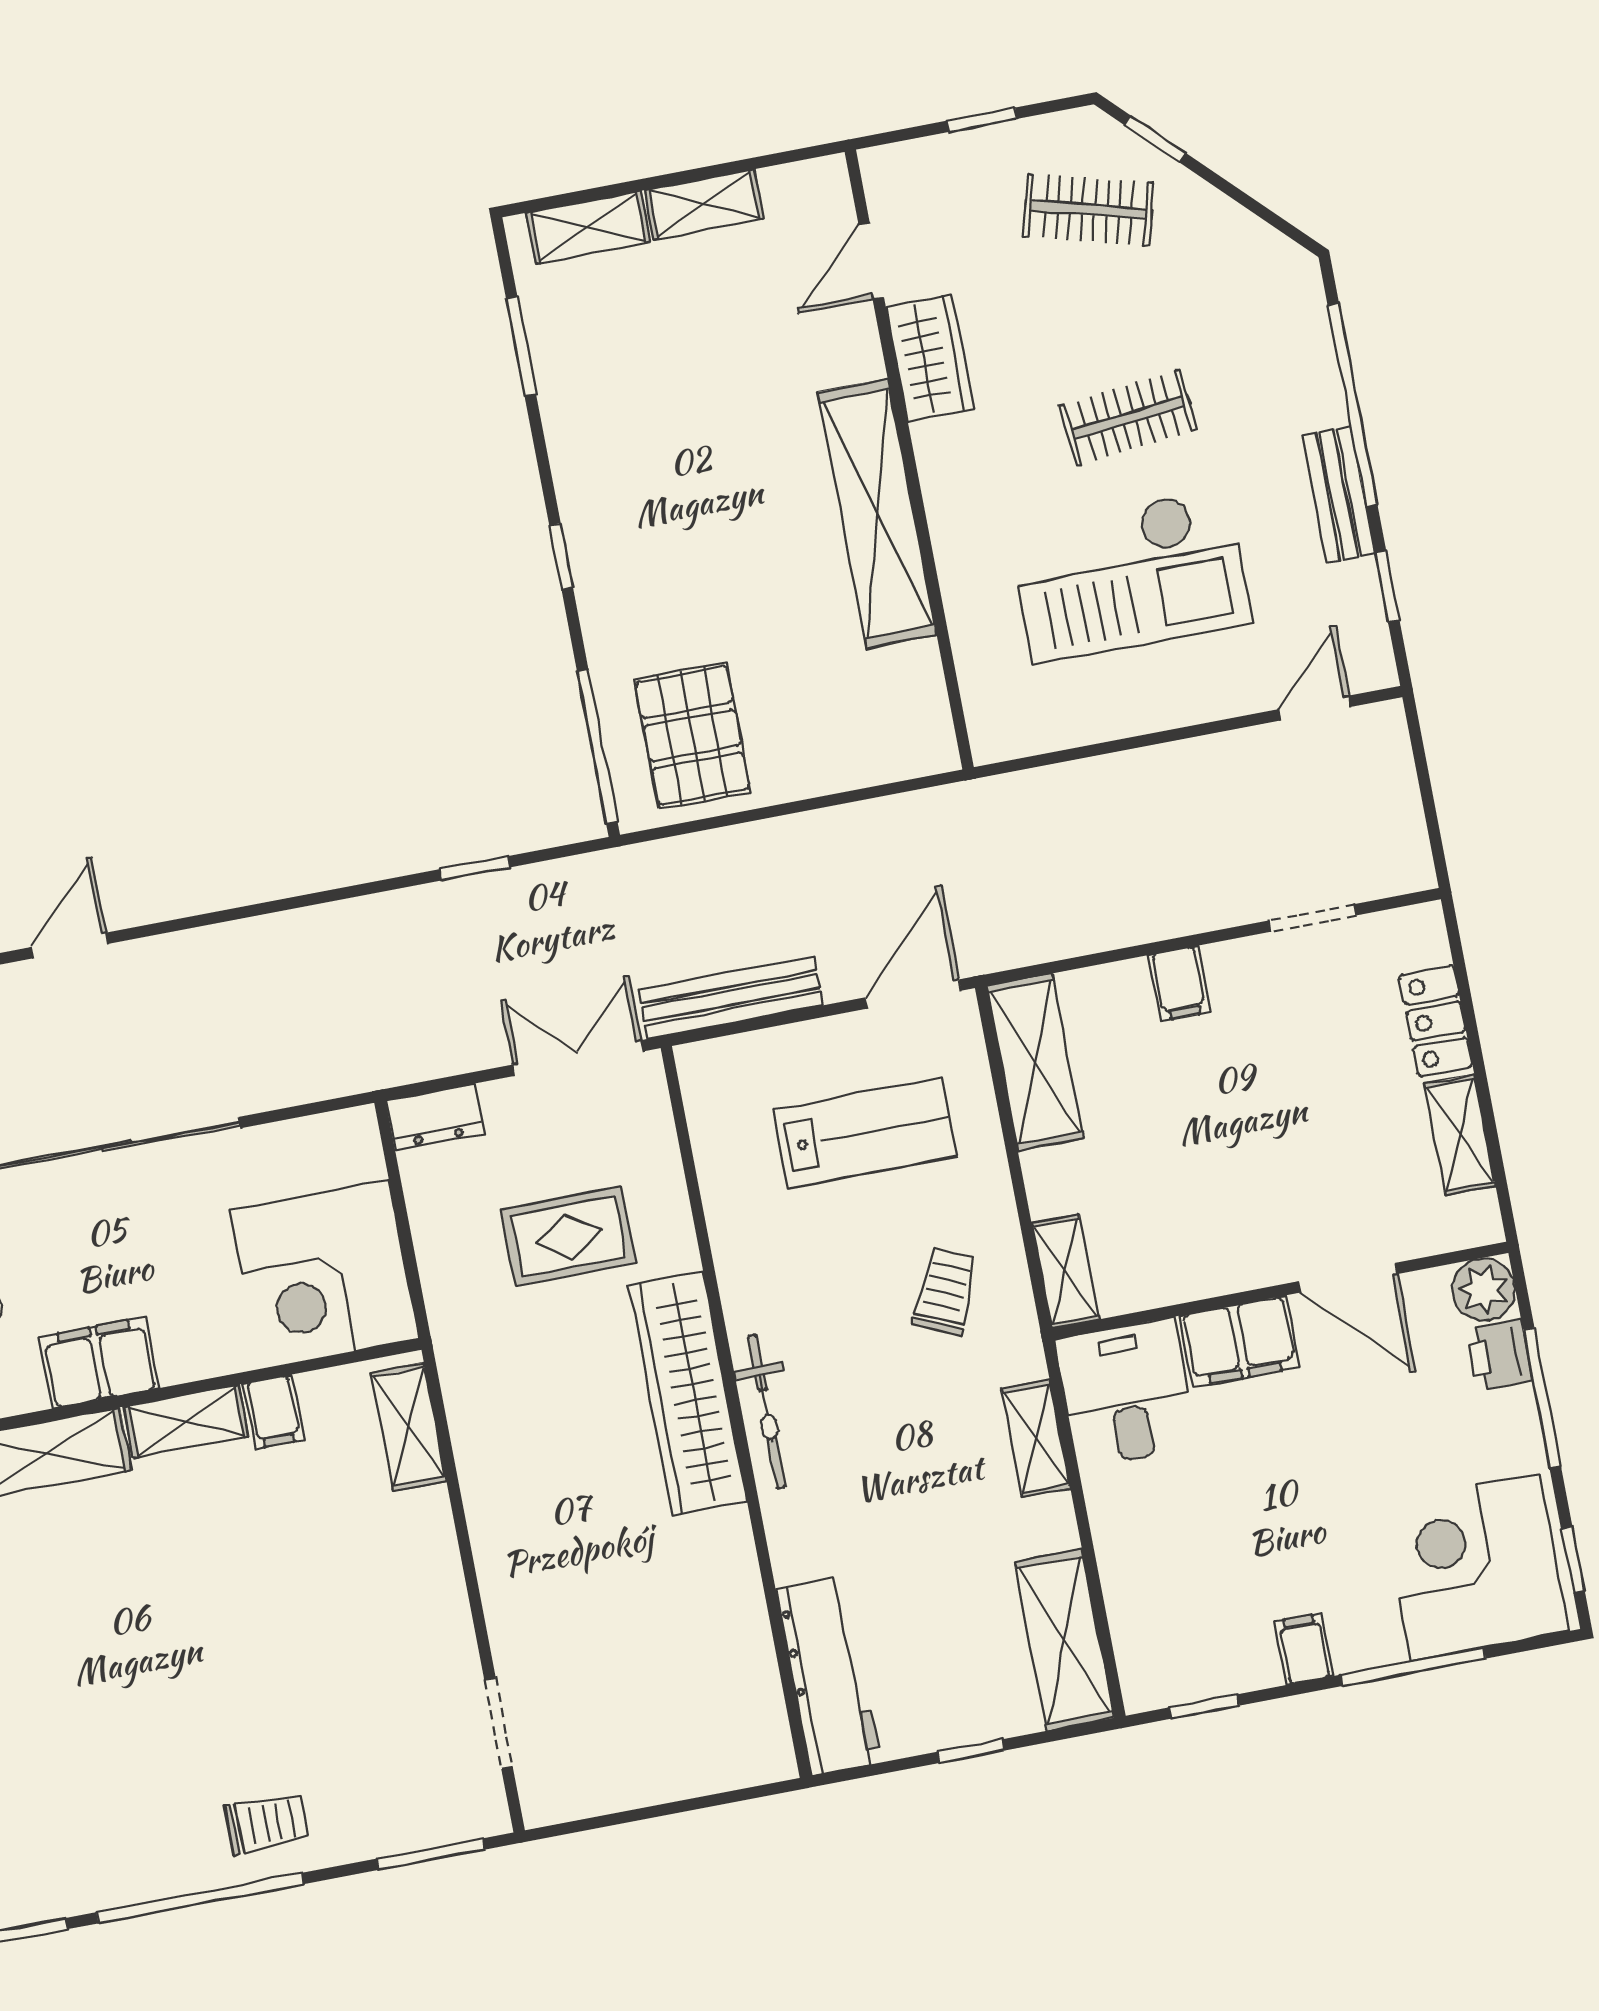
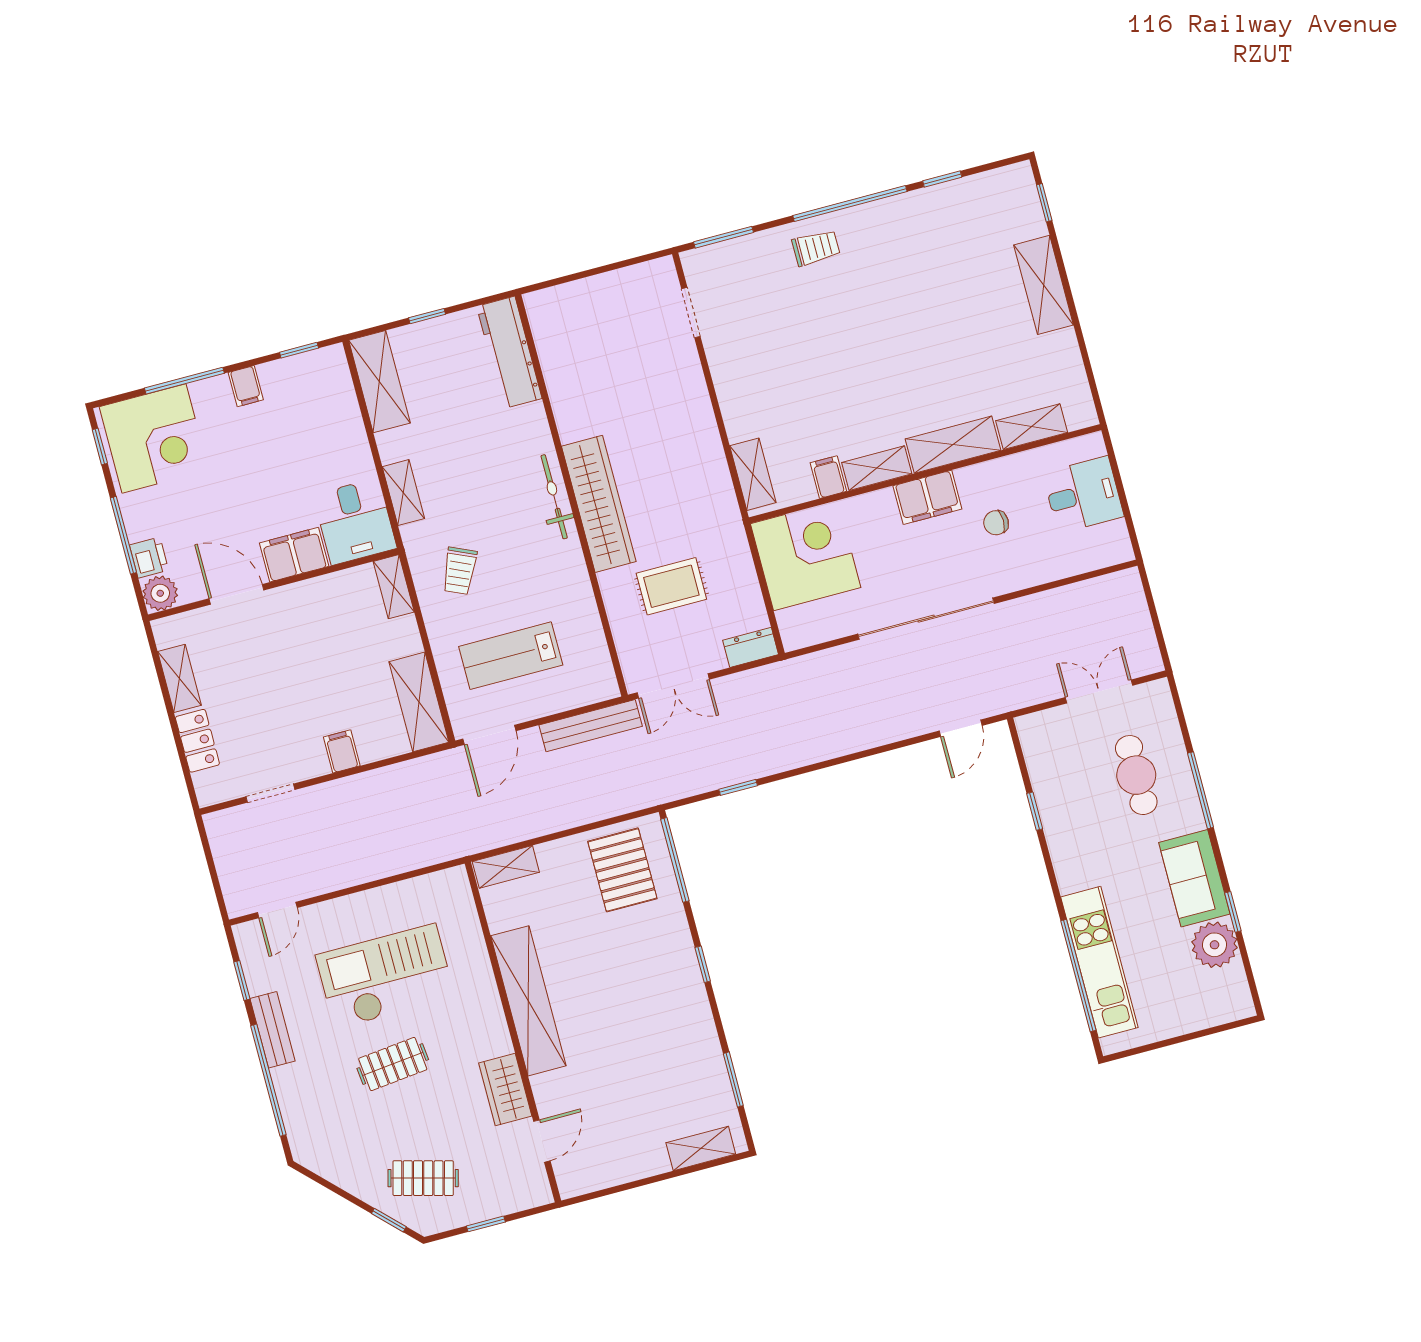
shelving: (704, 204) -> (506, 867), moved
trolley: (267, 1823) -> (816, 248), turned 180

